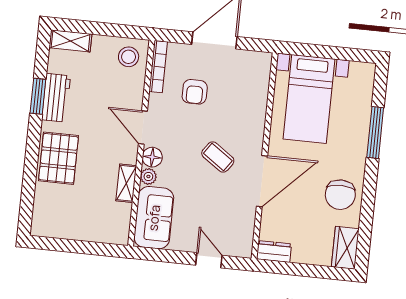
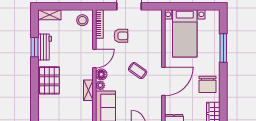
armchair: (195, 92) -> (121, 36), turned -90
door: (143, 127) -> (94, 59), swing flipped

